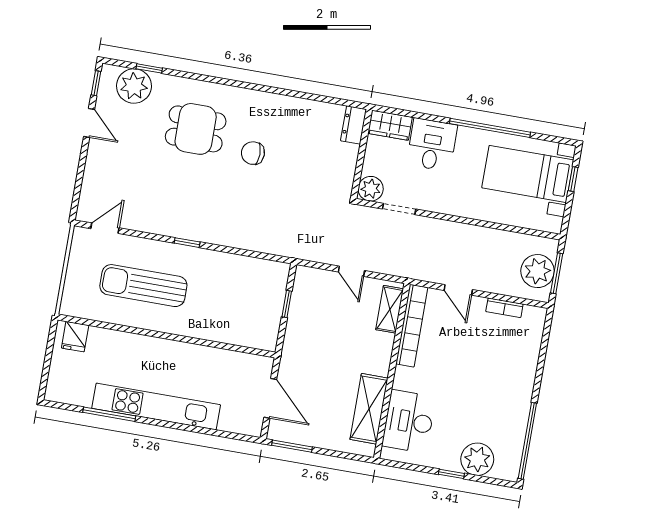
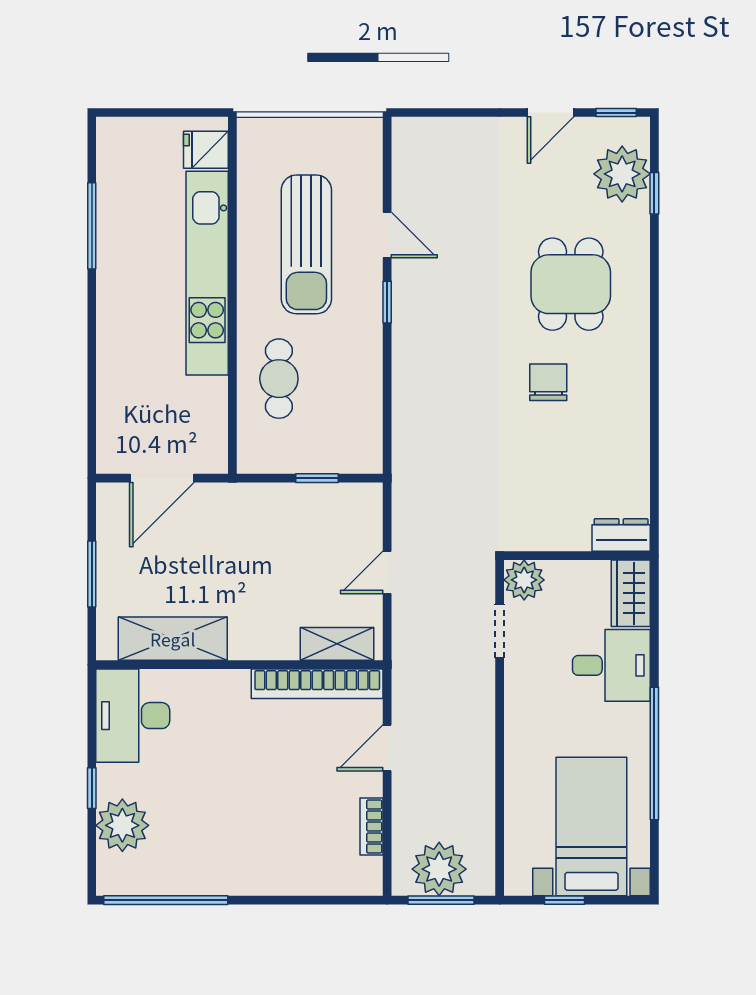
window: (573, 179) -> (564, 900), moved
door: (105, 228) -> (387, 235), moved
sun lounger: (143, 286) -> (306, 244), turned 180
cafe table: (222, 317) -> (279, 379), added
kitchen unit: (156, 406) -> (207, 273), moved, turned 180
desk: (409, 421) -> (133, 716), moved, turned -90
window: (292, 446) -> (92, 574), moved

